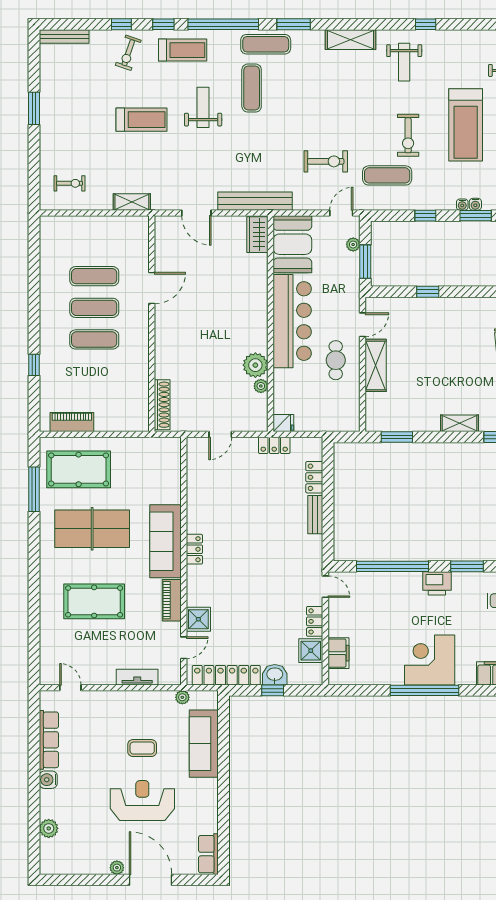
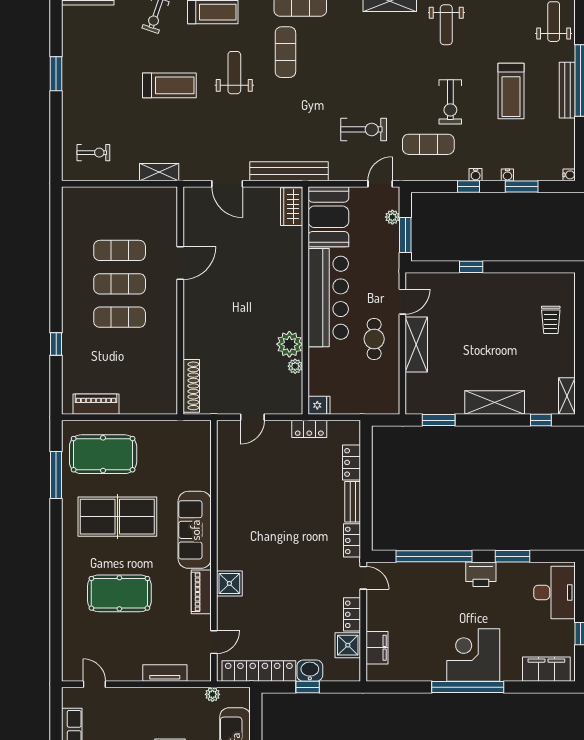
treadmill: (466, 125) -> (511, 91), width x0.73, depth x0.73
water cooler: (475, 204) -> (476, 175), moved
shelving: (459, 423) -> (495, 403), width x1.50, depth x1.33
locker: (194, 549) -> (352, 540), moved, turned 180
shower: (198, 619) -> (229, 583), moved

